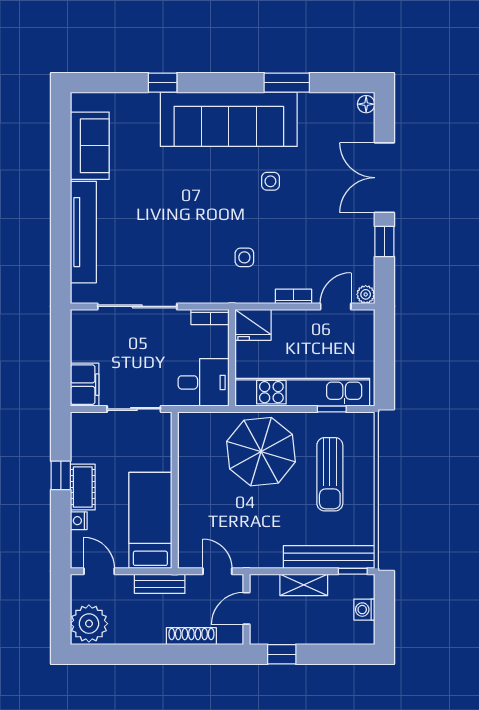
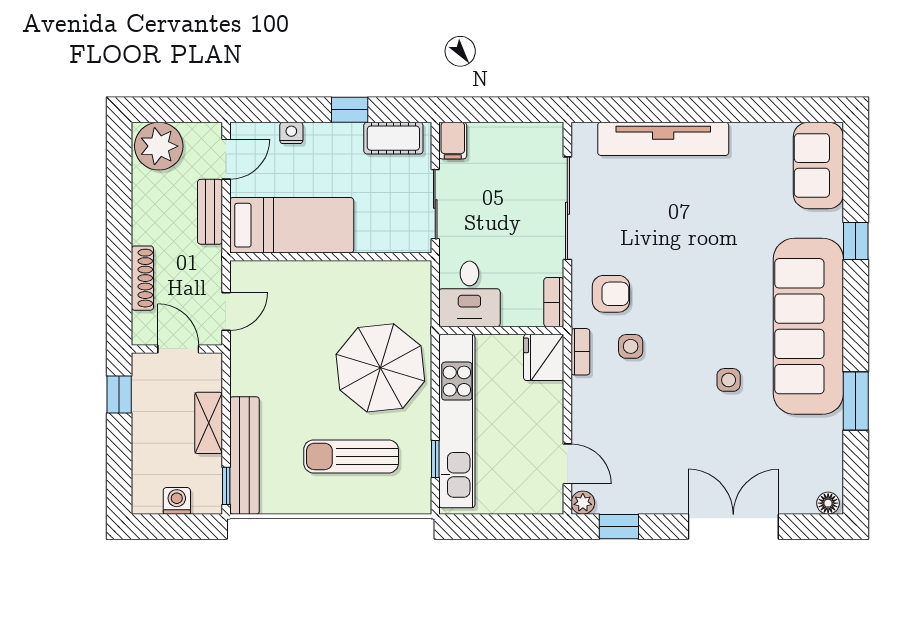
sofa: (90, 146) -> (818, 165), moved, turned 90
window: (384, 241) -> (619, 527), moved
armchair: (204, 273) -> (611, 294), added
bookcase: (294, 296) -> (580, 352), moved
filing cabinet: (85, 385) -> (453, 141), width x0.50
cot: (83, 487) -> (393, 138), moved
bench: (160, 584) -> (210, 212), moved

